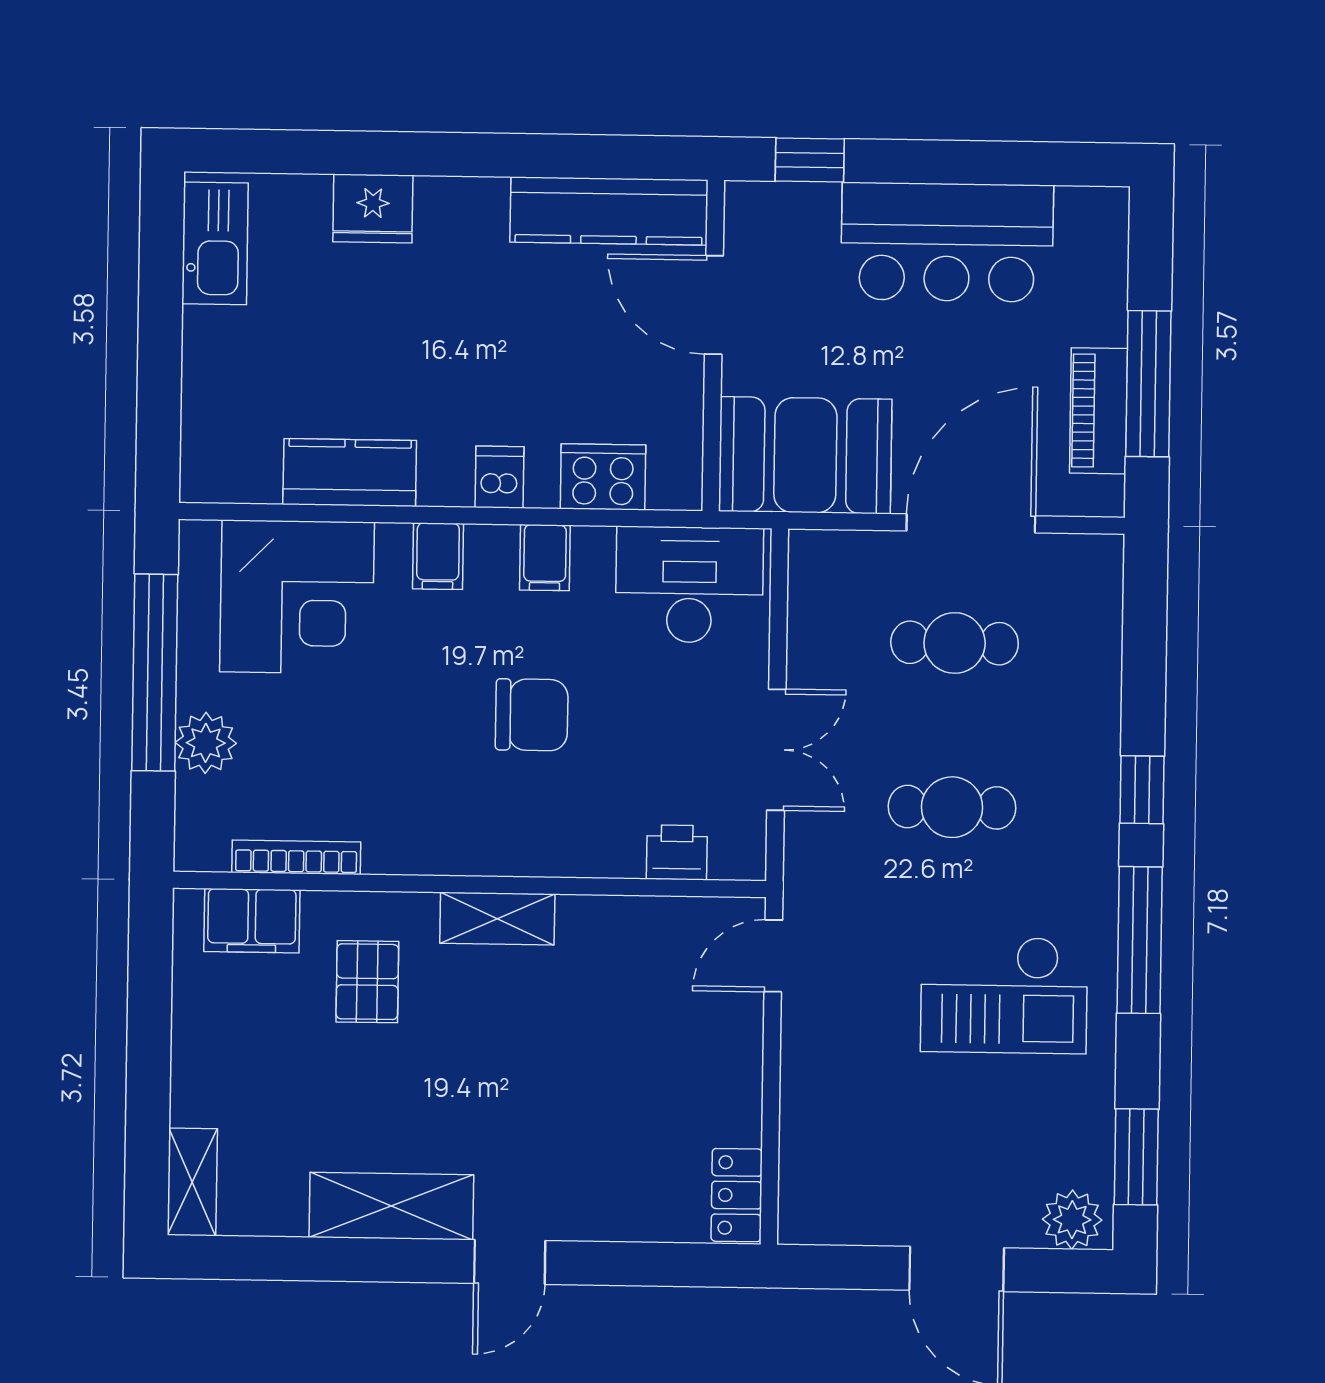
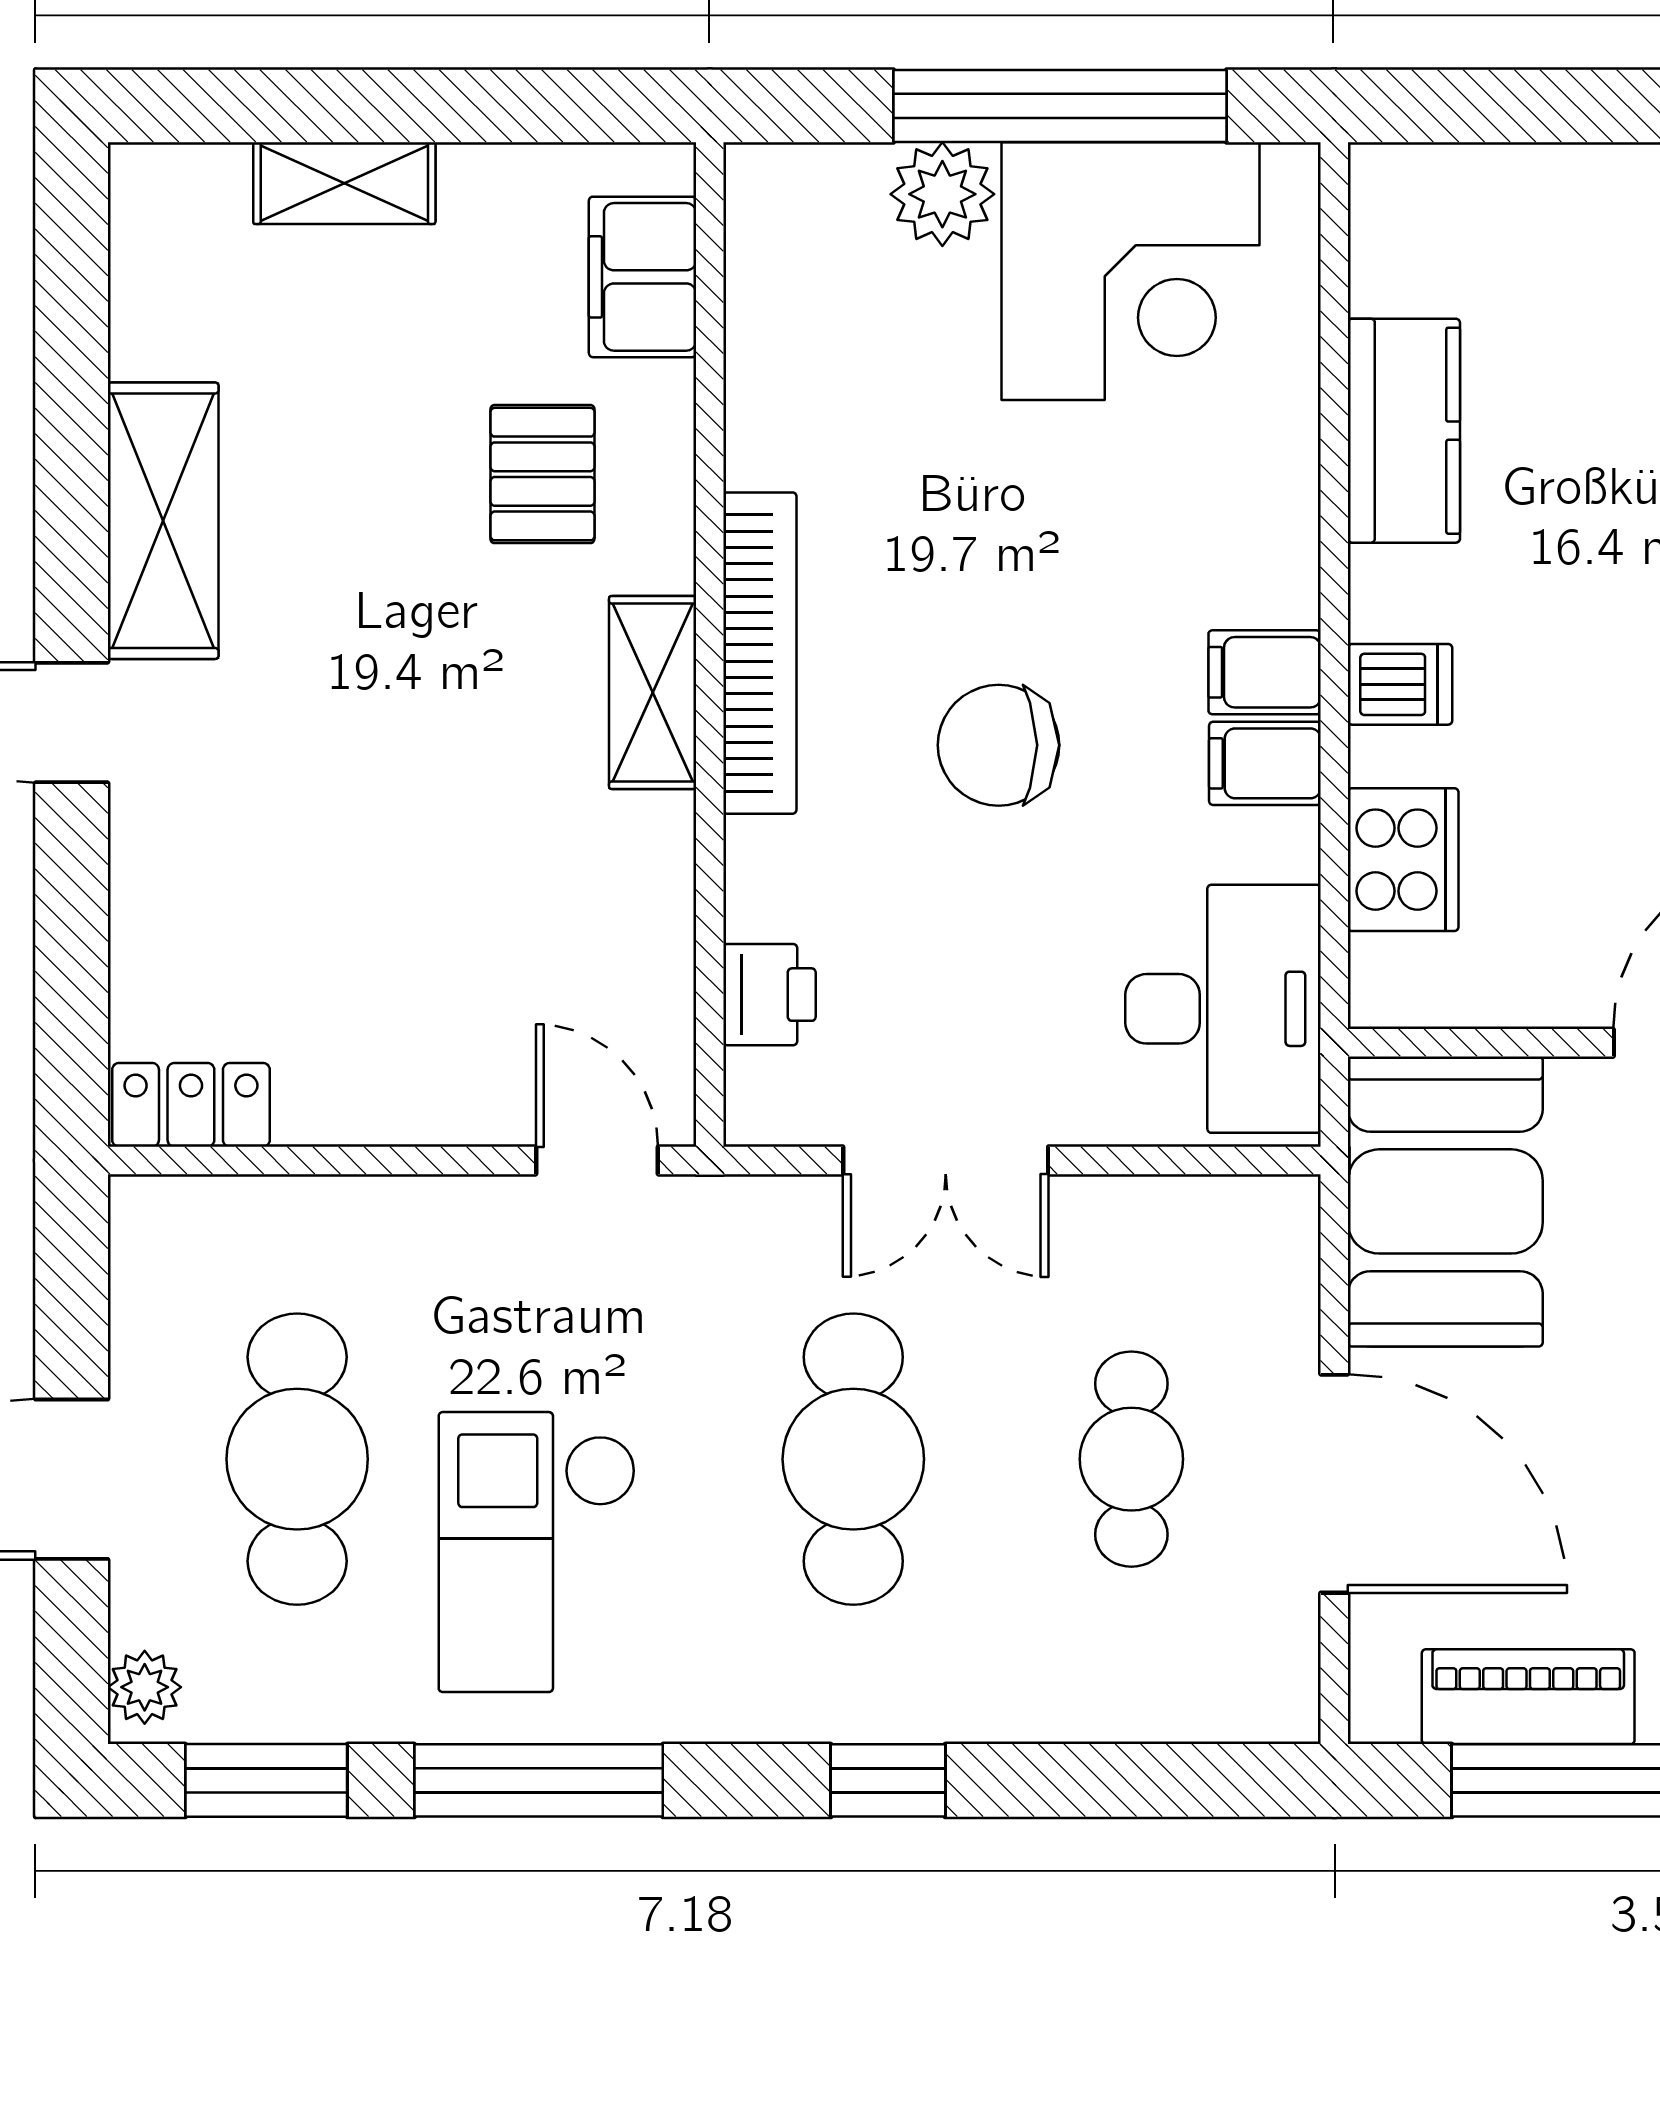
filing cabinet: (438, 556) -> (1265, 672), moved
corner desk: (297, 597) -> (1130, 271), moved, turned -90
chair: (532, 715) -> (999, 745), turned 90
cafe table: (952, 807) -> (853, 1459), width x1.37, depth x1.35
bookcase: (296, 857) -> (760, 653), moved, width x1.48, depth x1.31
window: (1140, 940) -> (539, 1780), moved
pallet: (367, 982) -> (542, 474), turned 90
cafe table: (947, 1136) -> (297, 1459), added
shelving: (192, 1182) -> (344, 183), moved
plant: (1072, 1220) -> (145, 1687), width x0.73, depth x0.73

